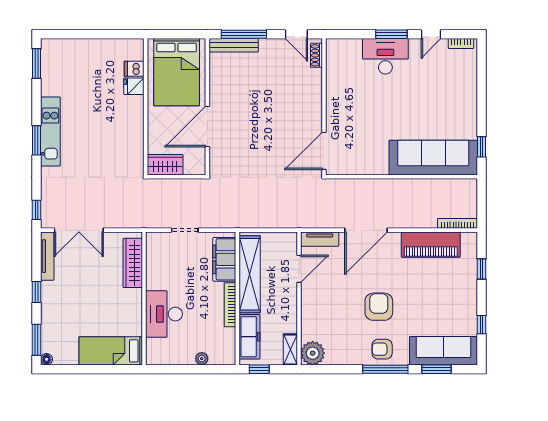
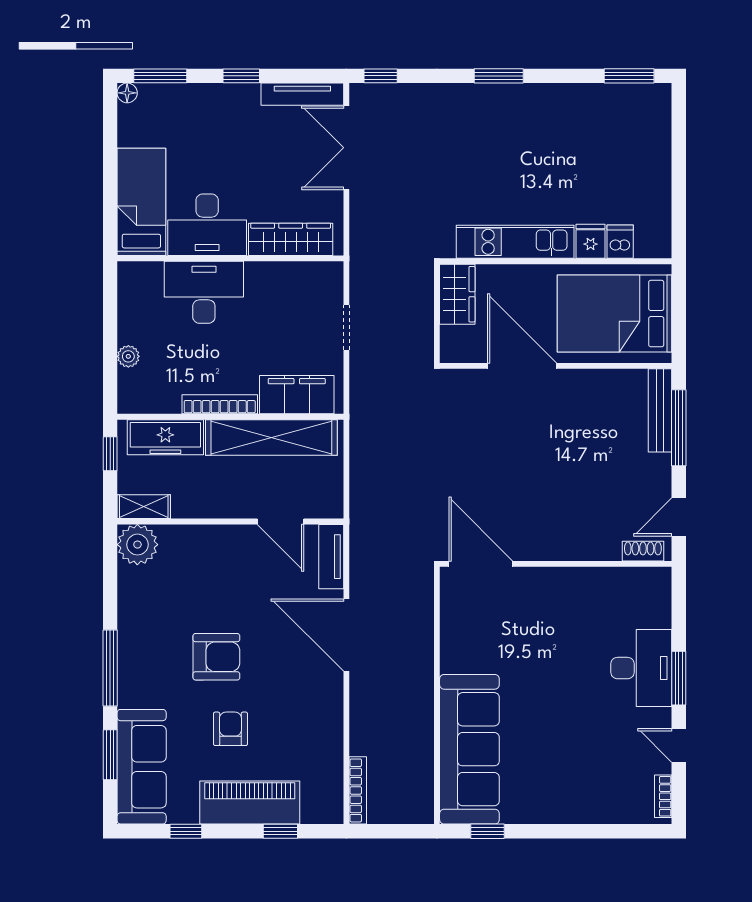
kitchen unit: (50, 132) -> (515, 242), moved, turned 180
piano: (431, 245) -> (250, 802), moved, turned 90
desk: (124, 312) -> (207, 225), added
armchair: (382, 349) -> (230, 729), moved

